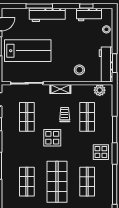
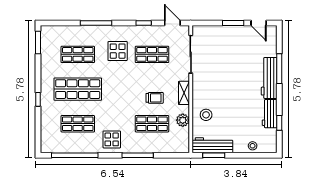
workbench: (89, 14) -> (270, 114), moved
lab bench: (28, 51) -> (228, 56), removed
plant: (100, 90) -> (183, 120), moved
display table: (52, 138) -> (118, 51), moved

